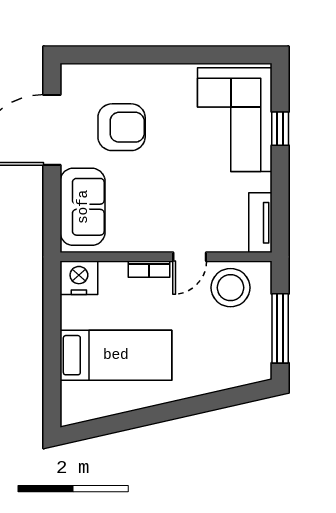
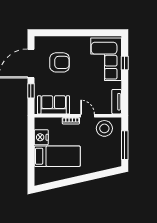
window: (52, 196) -> (31, 91), added
sofa: (83, 207) -> (54, 105), moved, turned -90
door: (190, 257) -> (88, 116), swing flipped
nightstand: (79, 278) -> (41, 137), moved, turned -90

